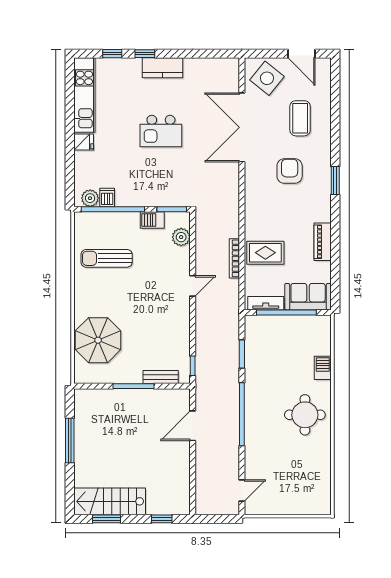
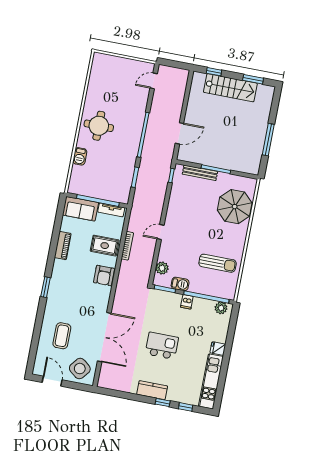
armchair: (290, 171) -> (104, 276), moved
dishwasher: (107, 198) -> (187, 302), moved
bench: (161, 377) -> (200, 173), width x1.36
stairs: (110, 501) -> (230, 88), moved

